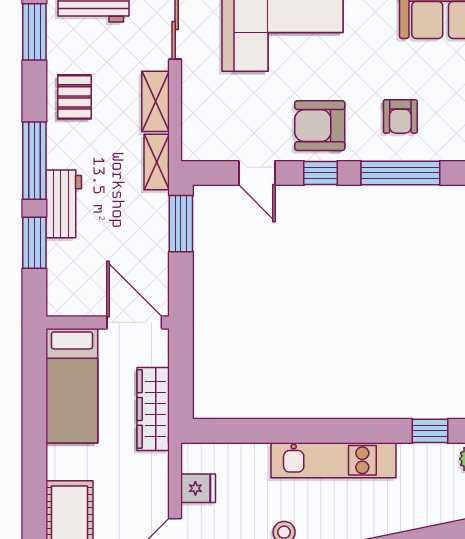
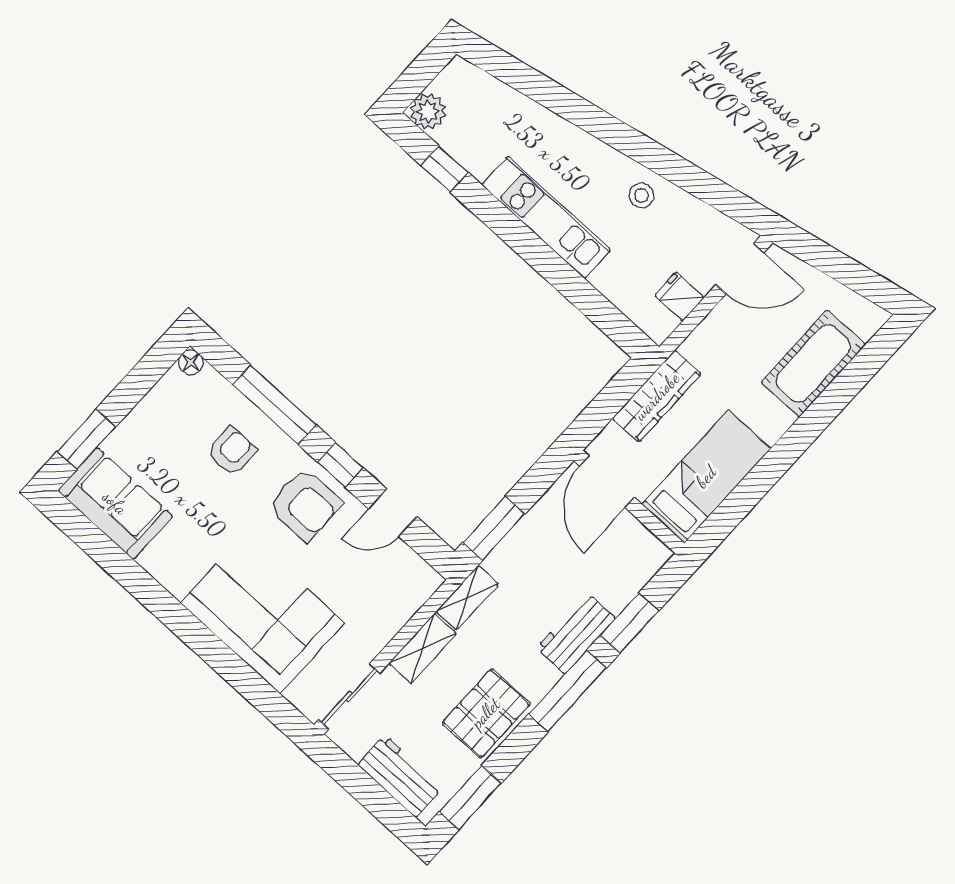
pallet: (75, 97) -> (486, 713), width x1.50, depth x1.42
door: (257, 173) -> (393, 513), swing flipped

